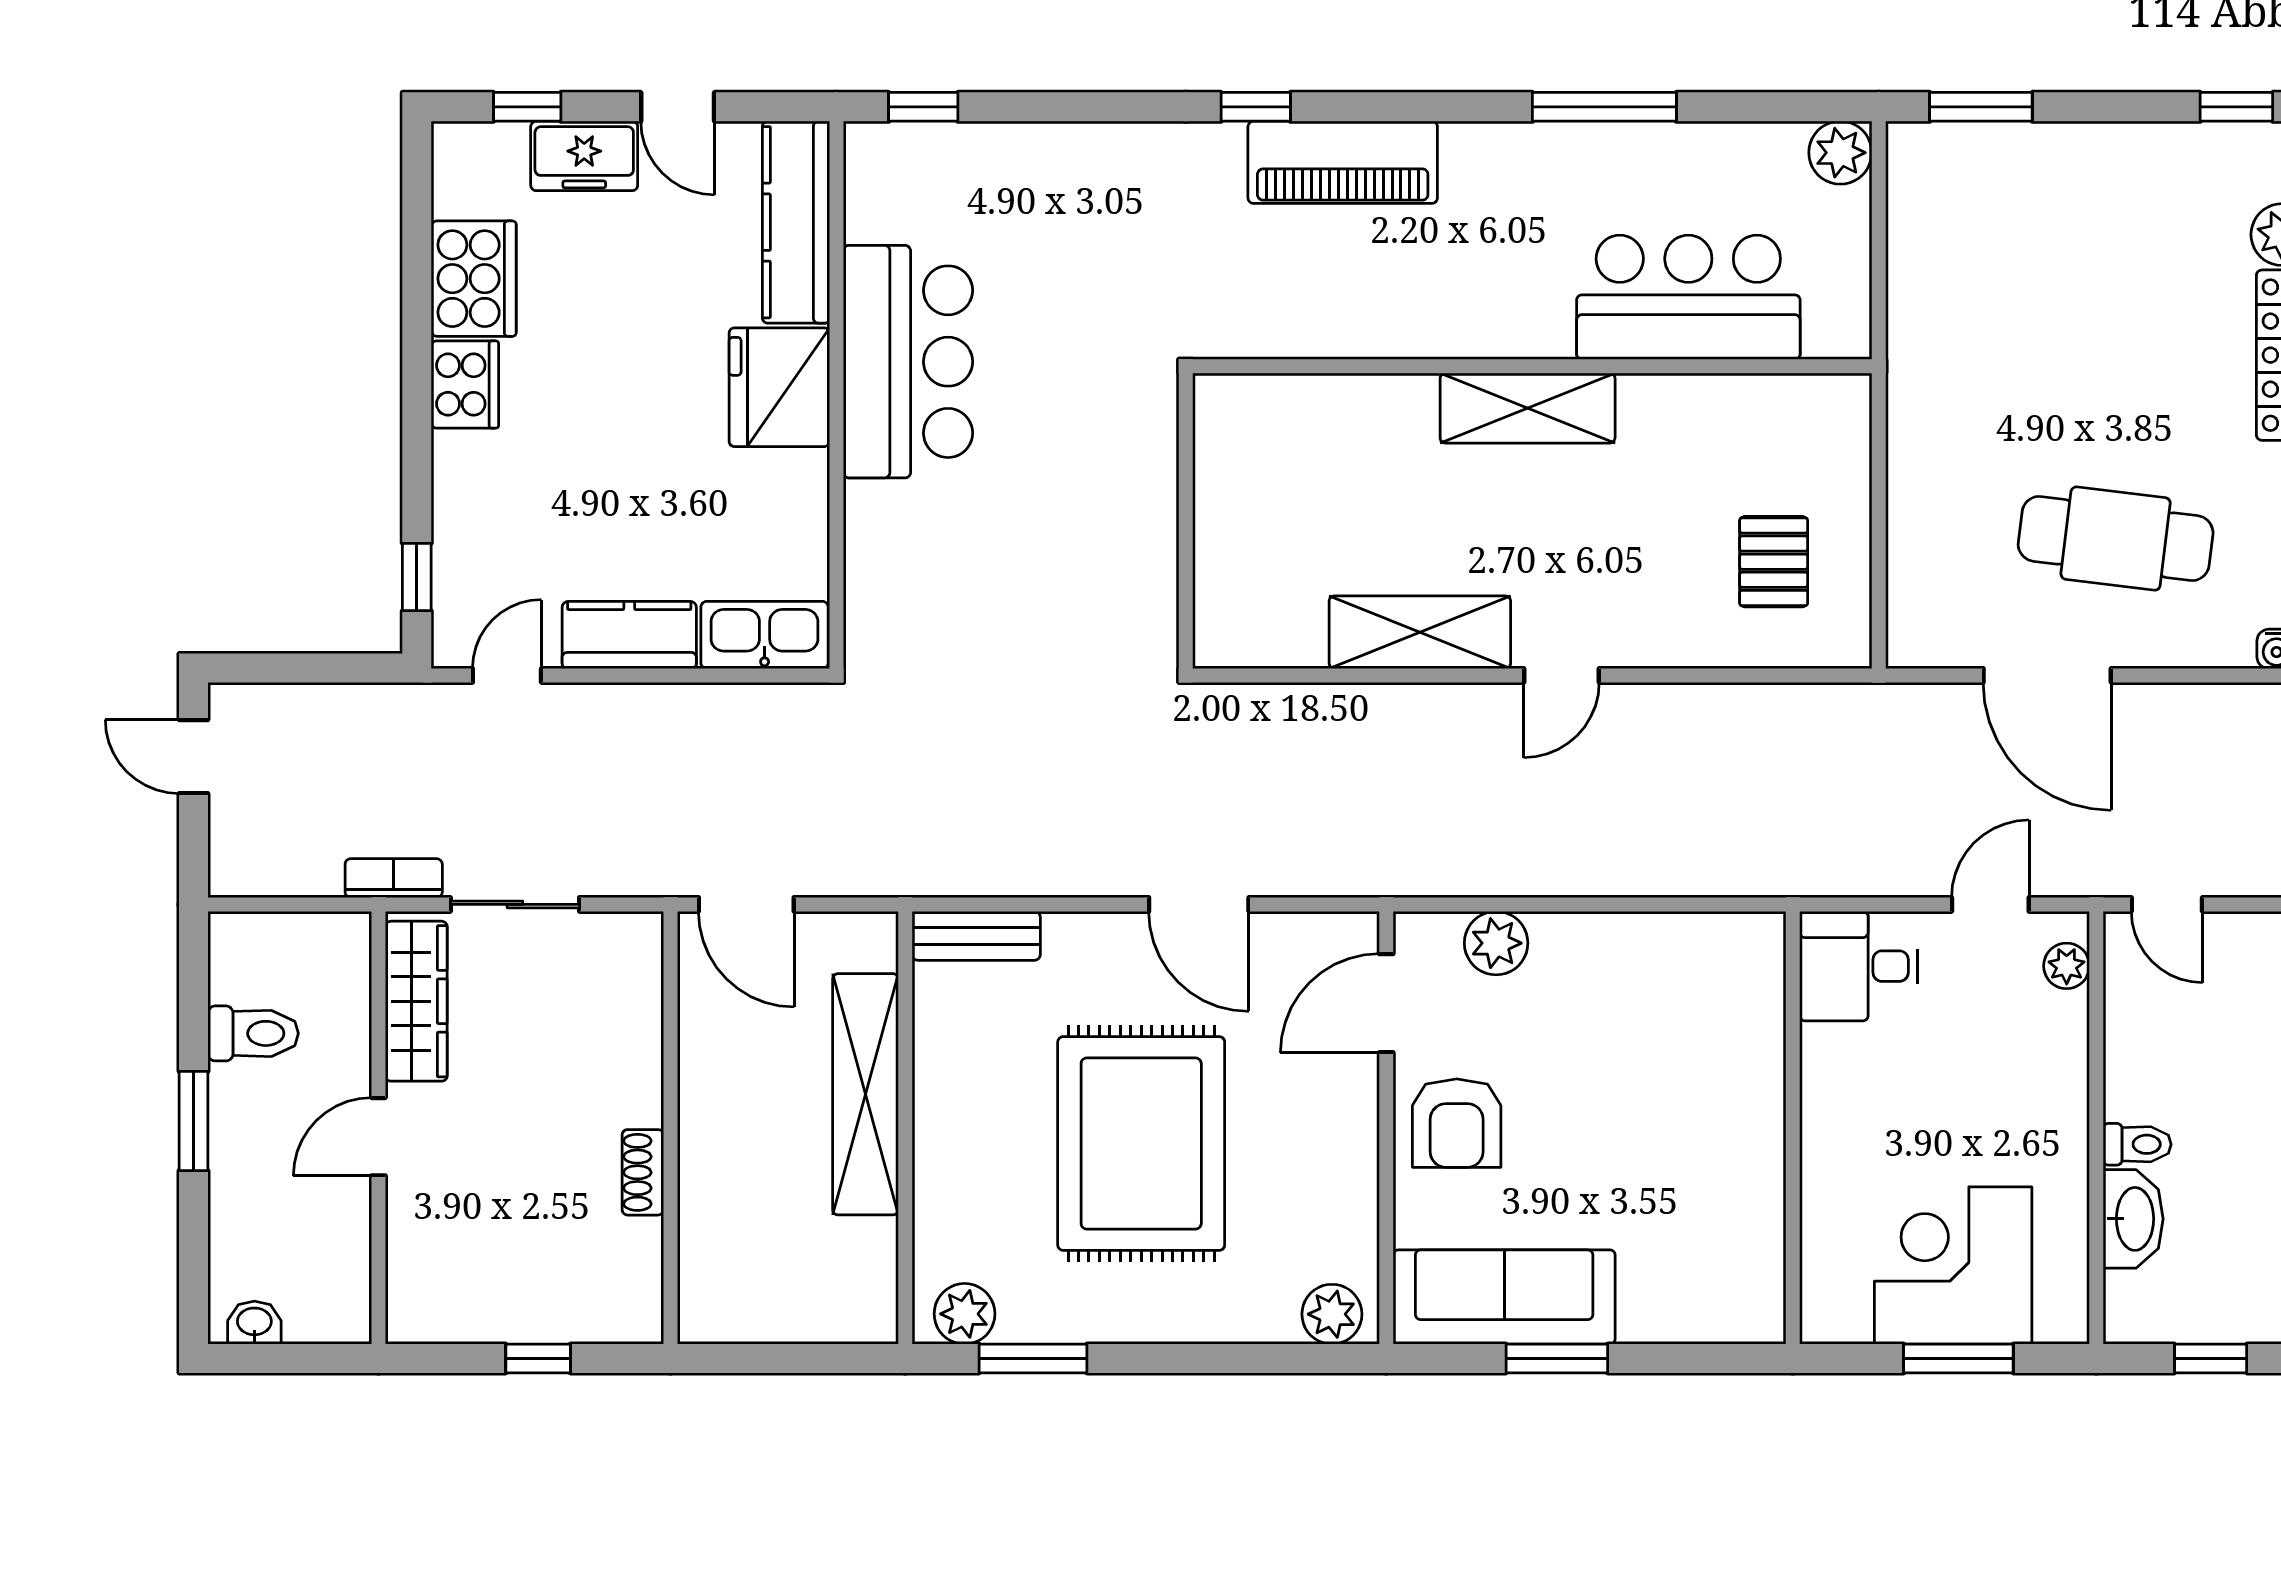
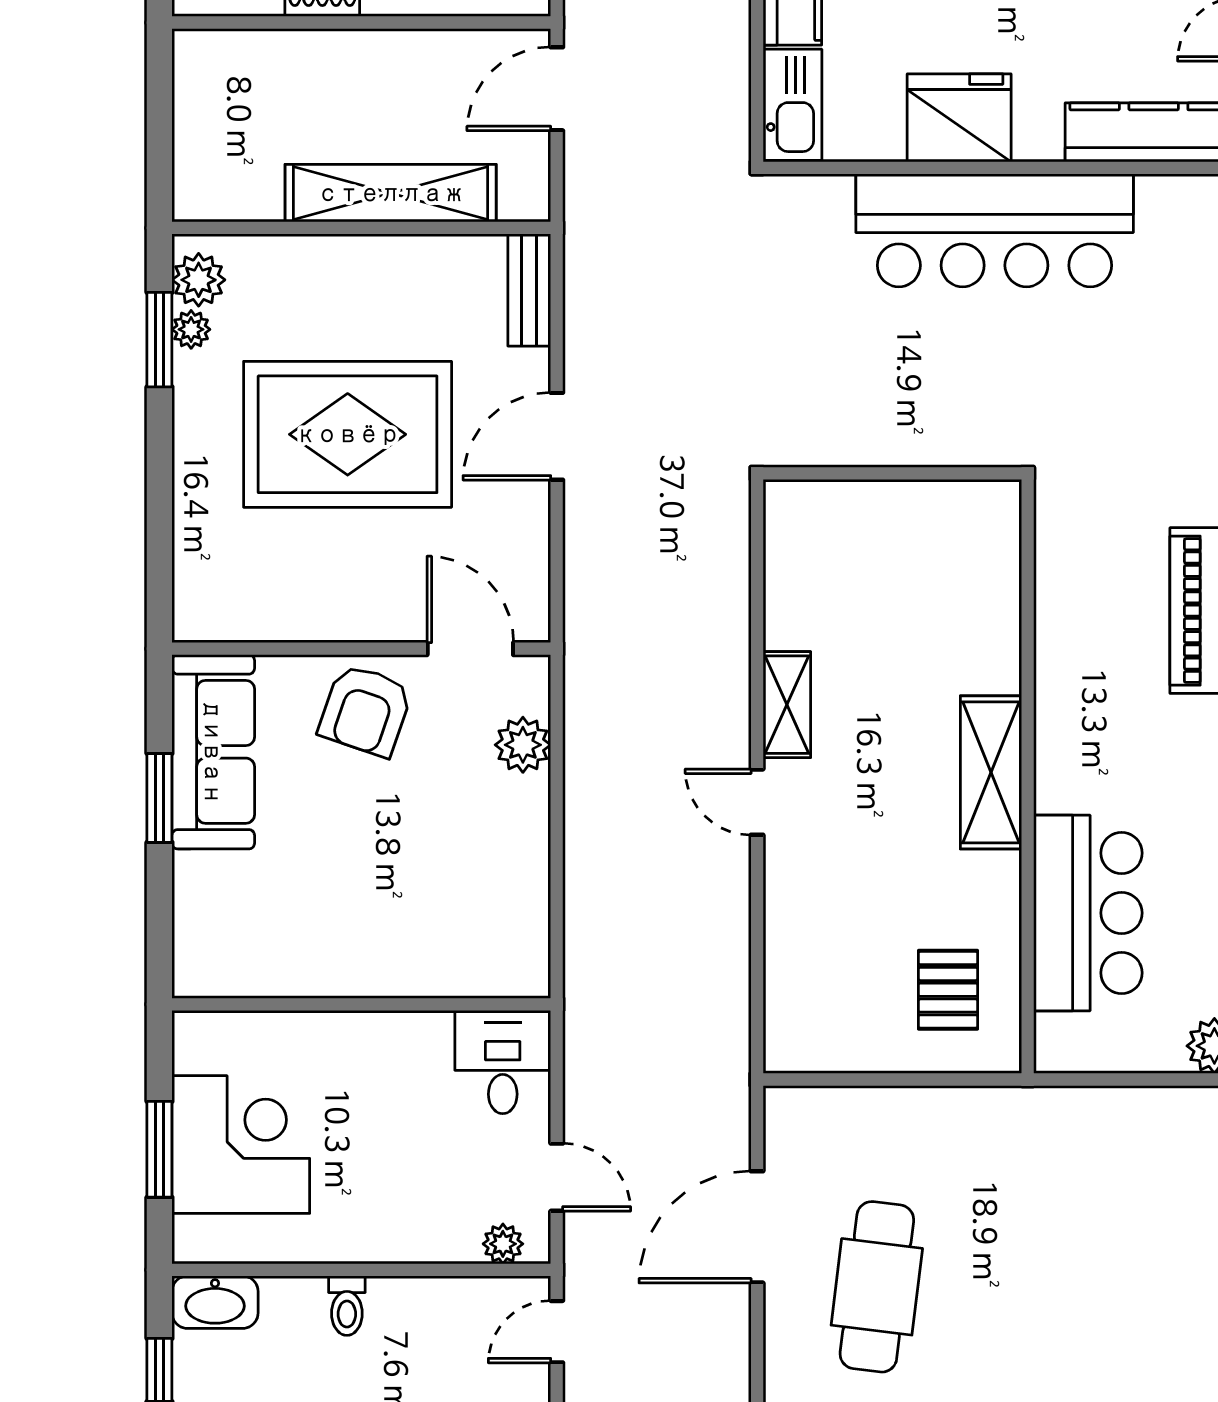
bar counter: (908, 362) -> (995, 230), width x1.36
fridge: (779, 387) -> (959, 118), moved
pallet: (1774, 562) -> (948, 990), moved, turned 90
shelving: (1420, 632) -> (787, 705), width x0.67, depth x0.75
door: (1199, 904) -> (557, 436), moved
armchair: (1457, 1123) -> (365, 710), turned -71
washbasin: (2133, 1219) -> (215, 1302), moved
plant: (1332, 1314) -> (191, 329), moved, width x0.73, depth x0.73

